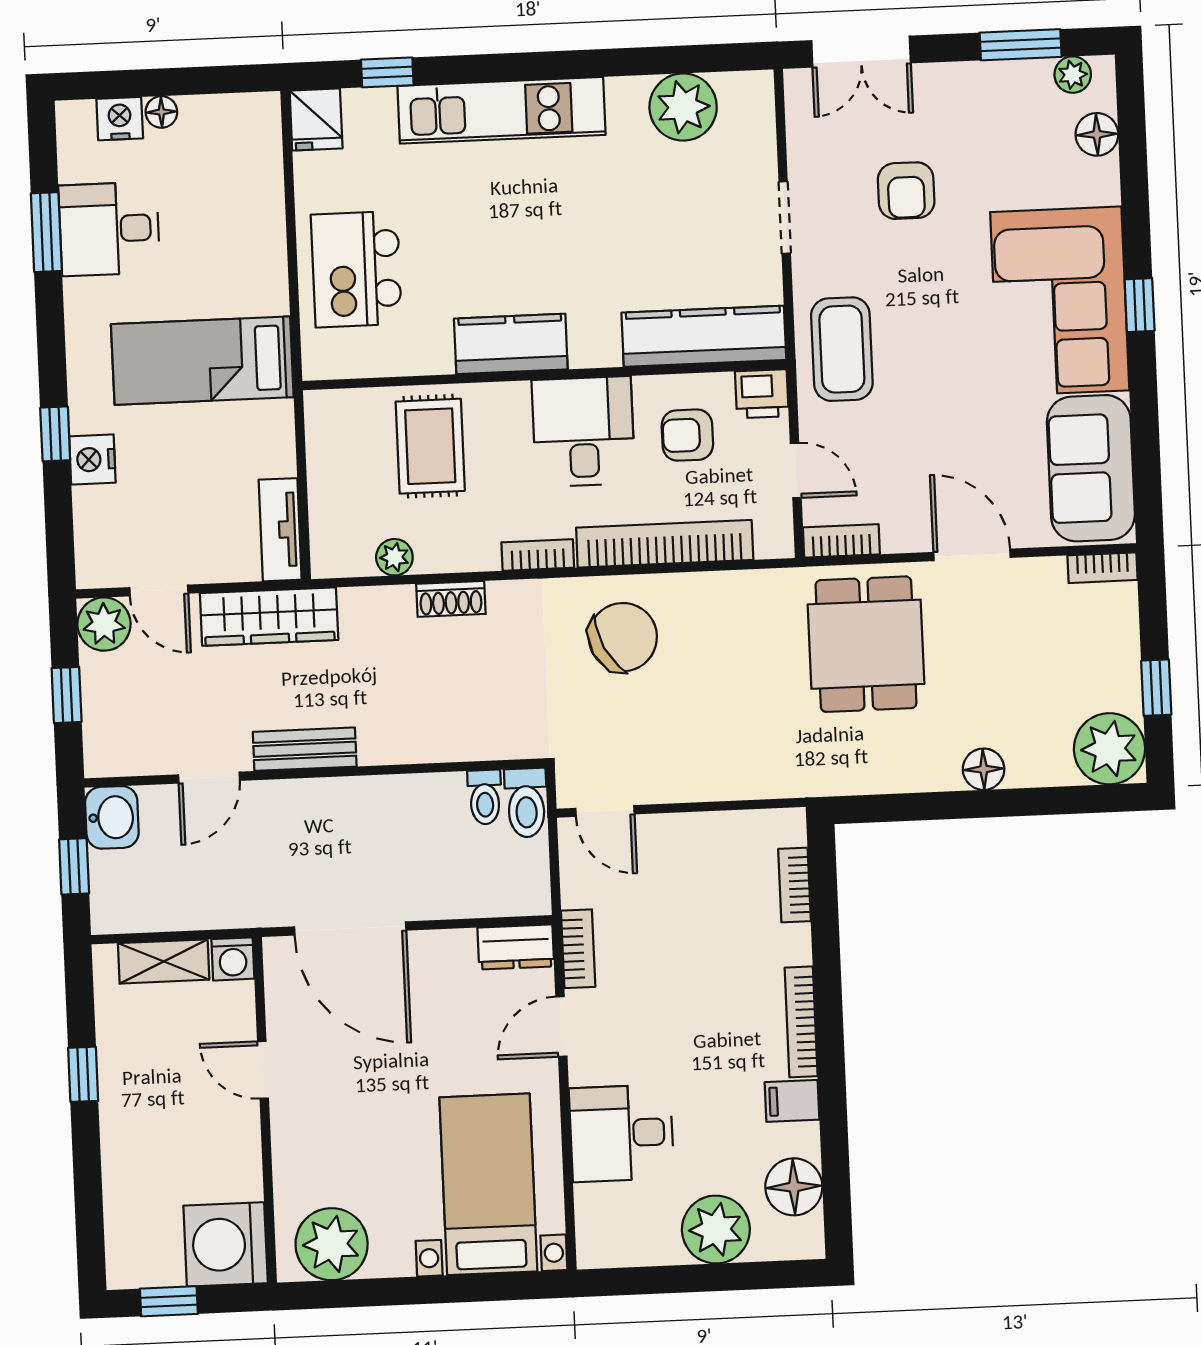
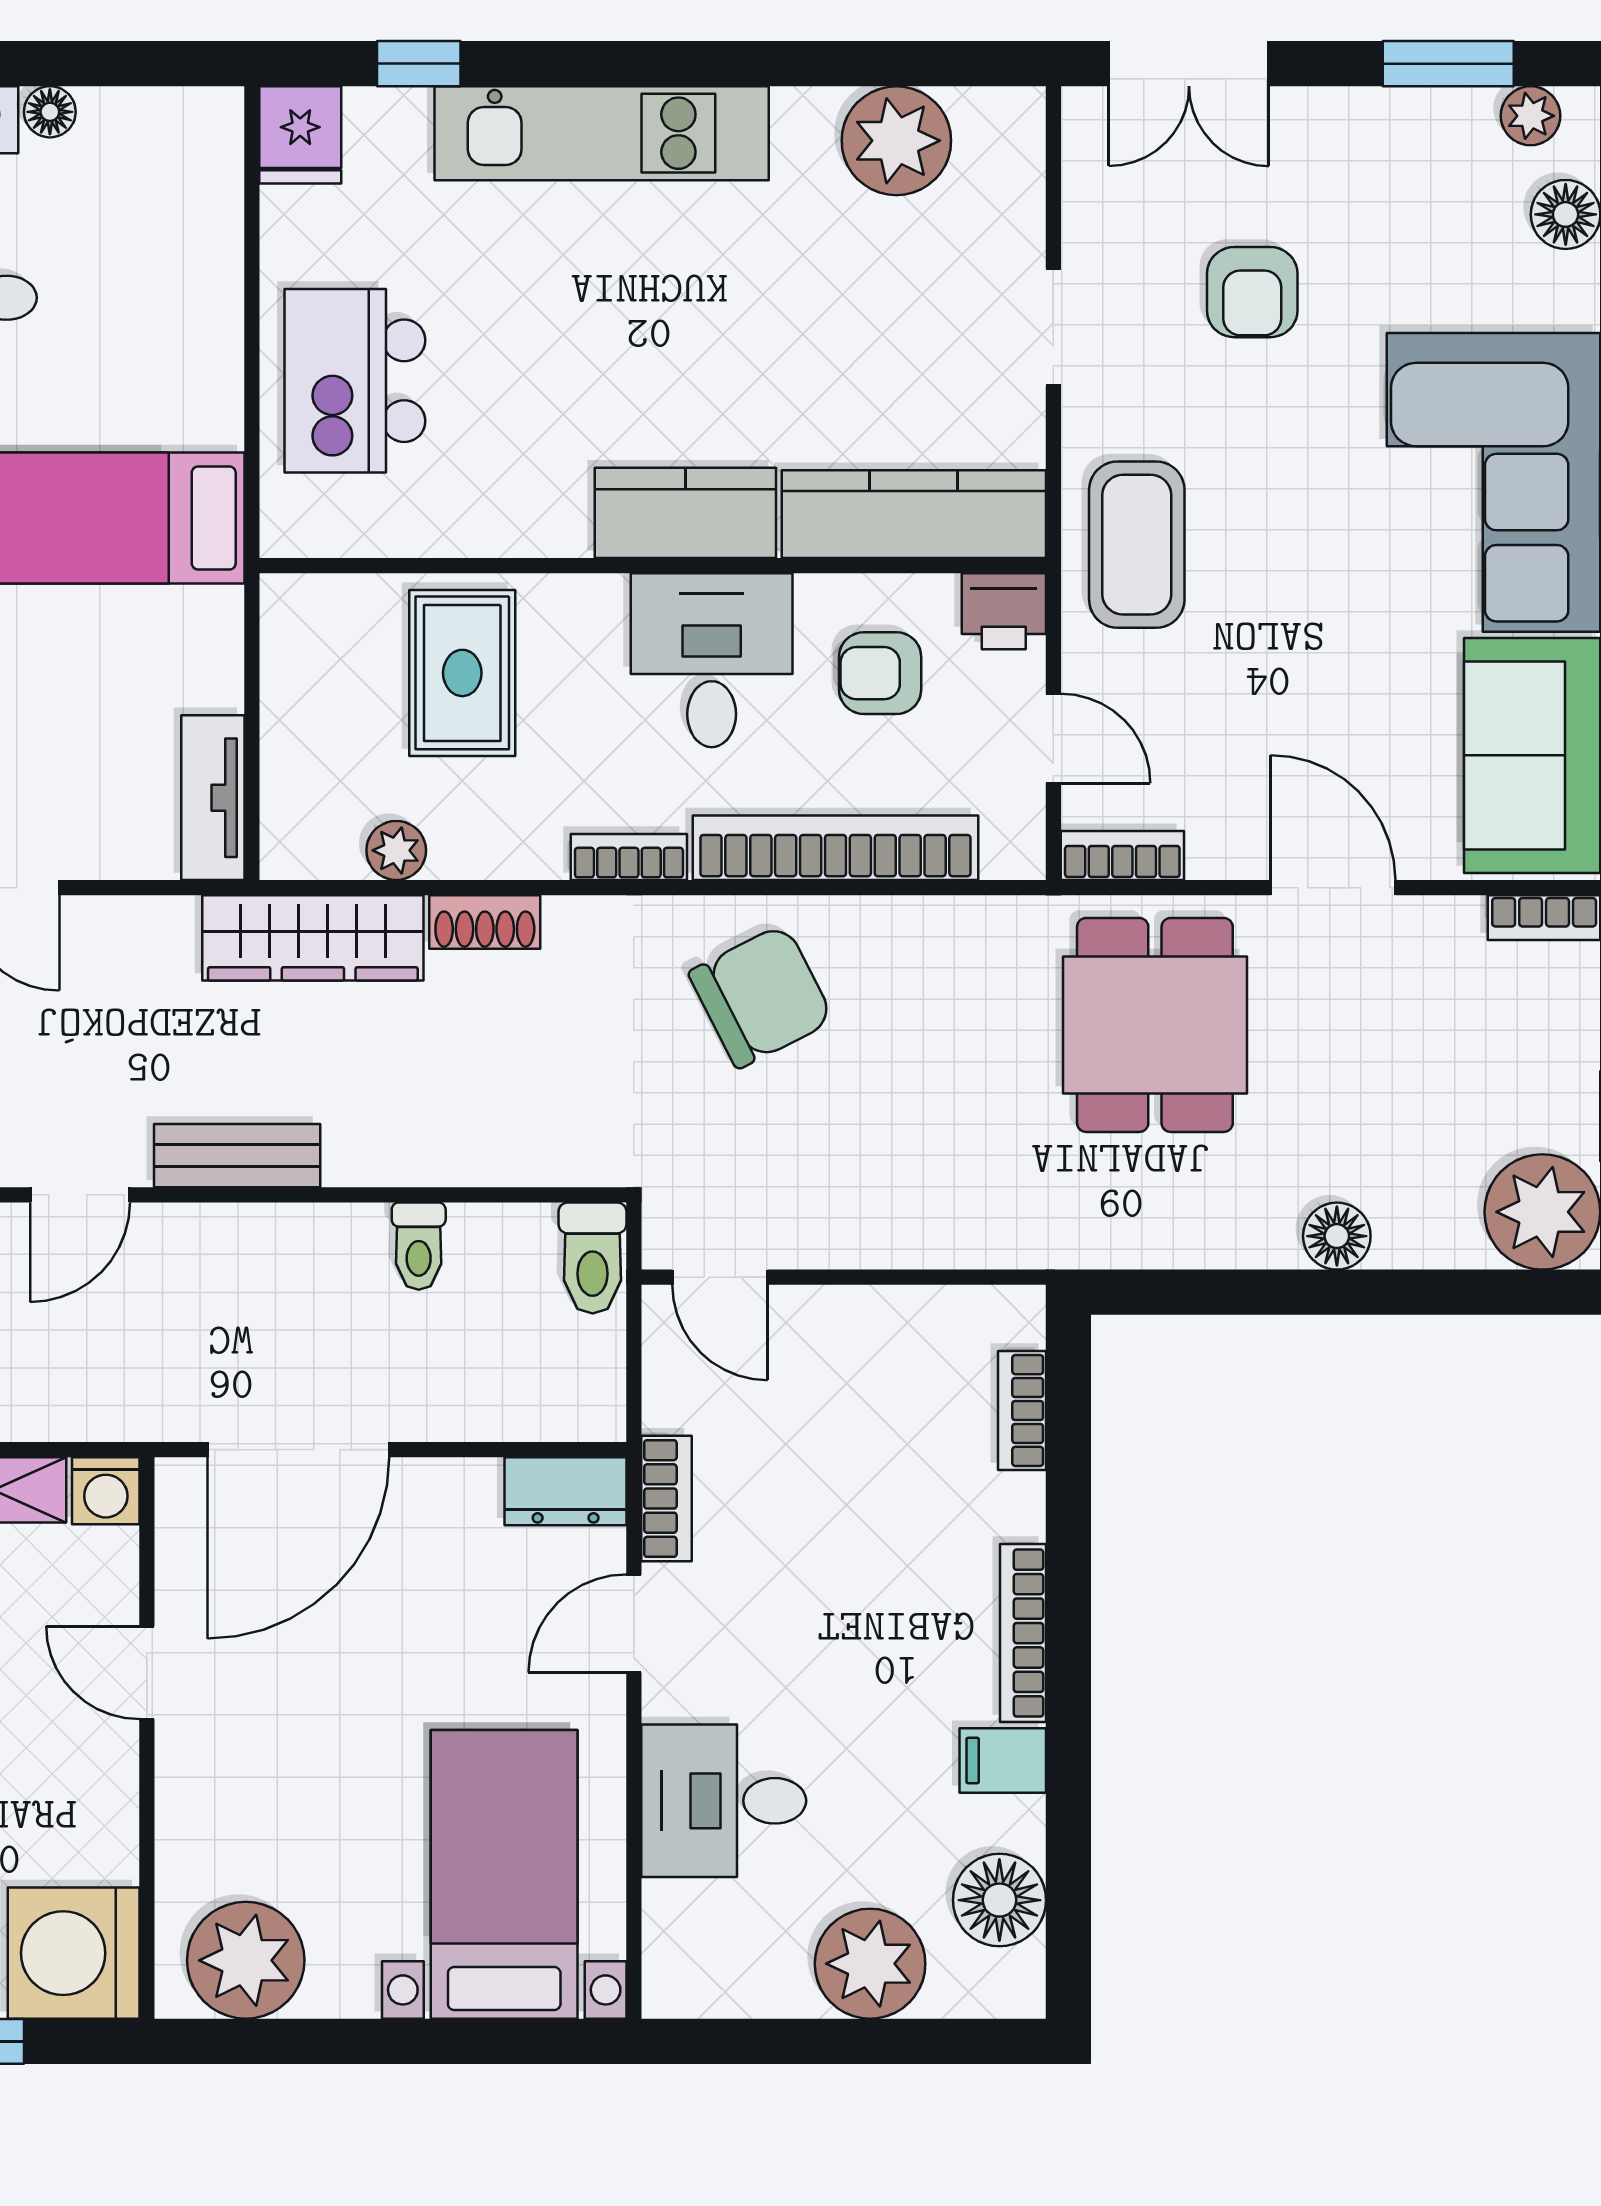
kitchen counter: (511, 344) -> (685, 513), moved
wardrobe: (269, 617) -> (313, 938), moved
toilet: (485, 797) -> (419, 1246), moved
door: (350, 928) -> (298, 1450), hinge flipped

